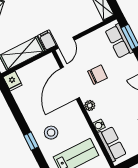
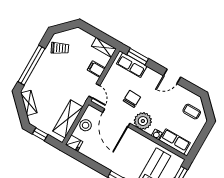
filing cabinet: (47, 40) -> (96, 69), moved
plant: (90, 105) -> (143, 121), width x1.87, depth x1.87
stool: (51, 133) -> (86, 125), moved

